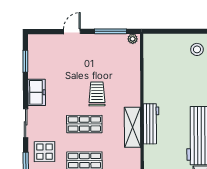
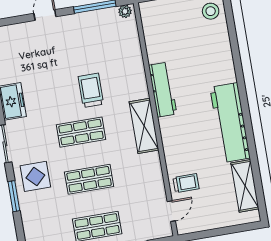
workbench: (151, 124) -> (163, 90), moved

